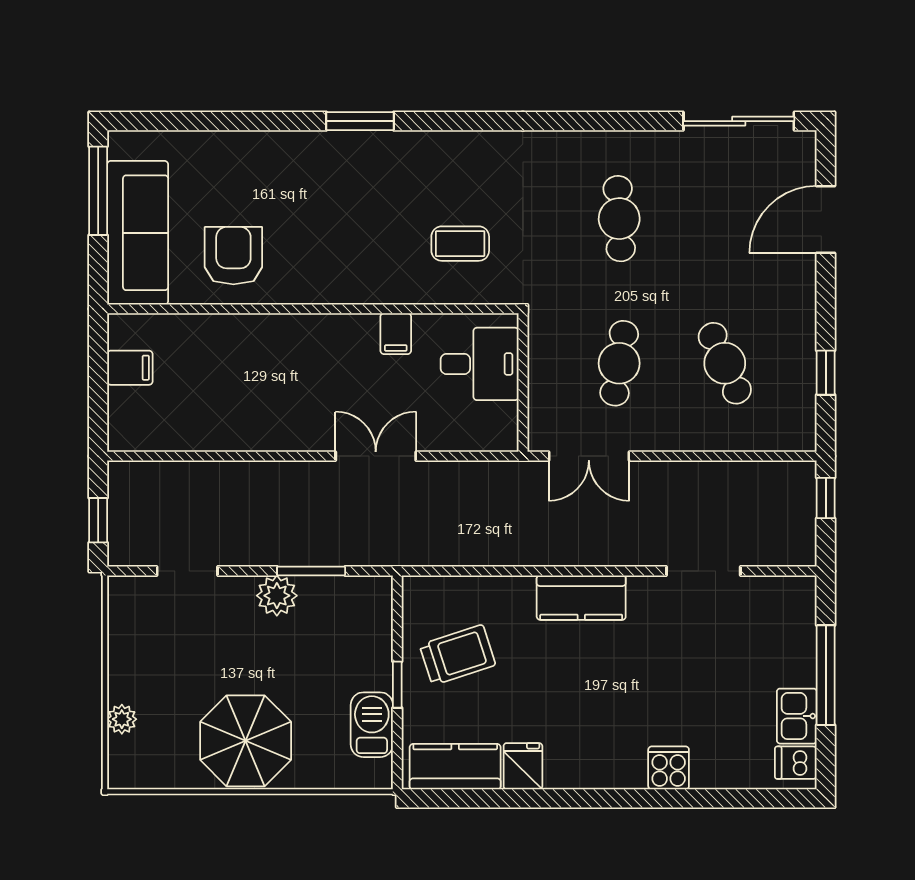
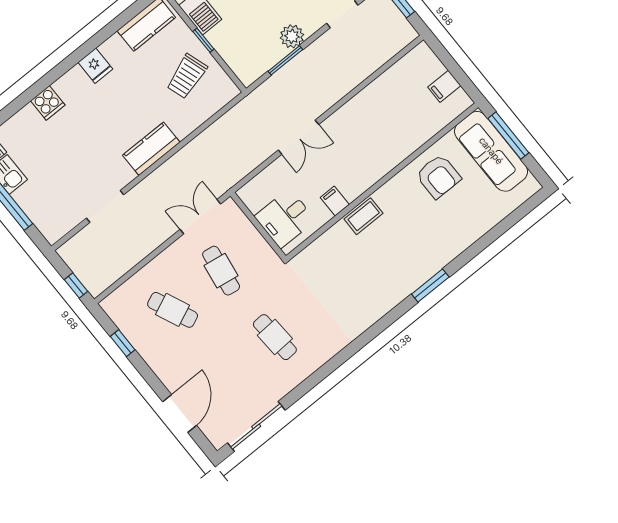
window: (98, 191) -> (508, 136), moved
coffee table: (460, 244) -> (364, 216), moved
fridge: (523, 766) -> (95, 66), moved

